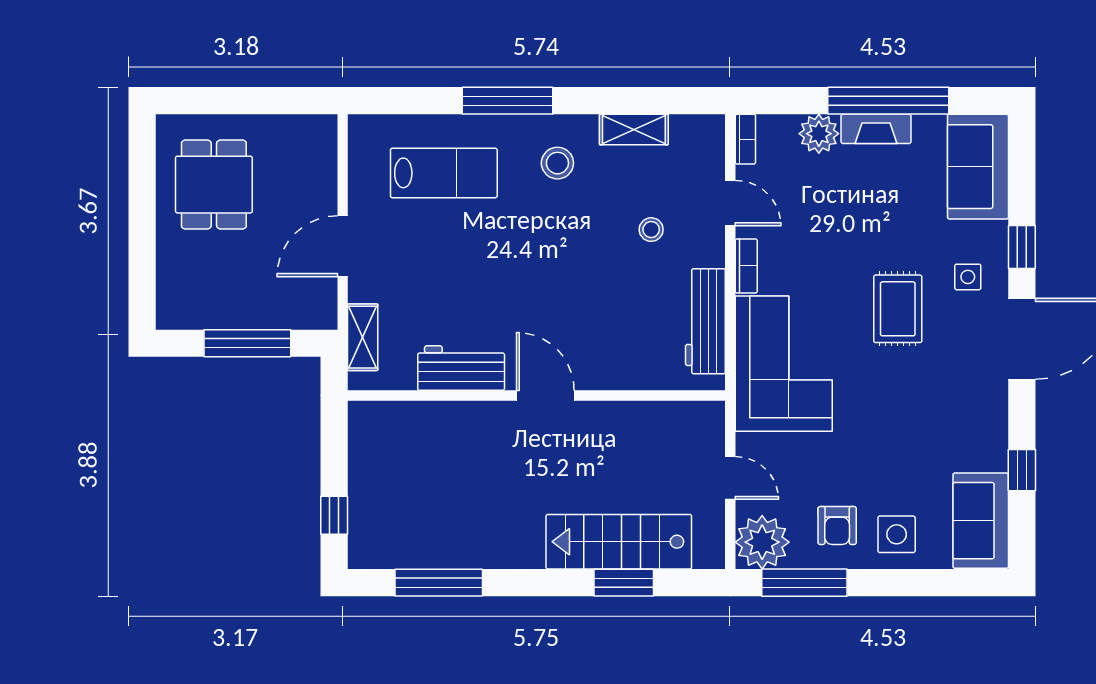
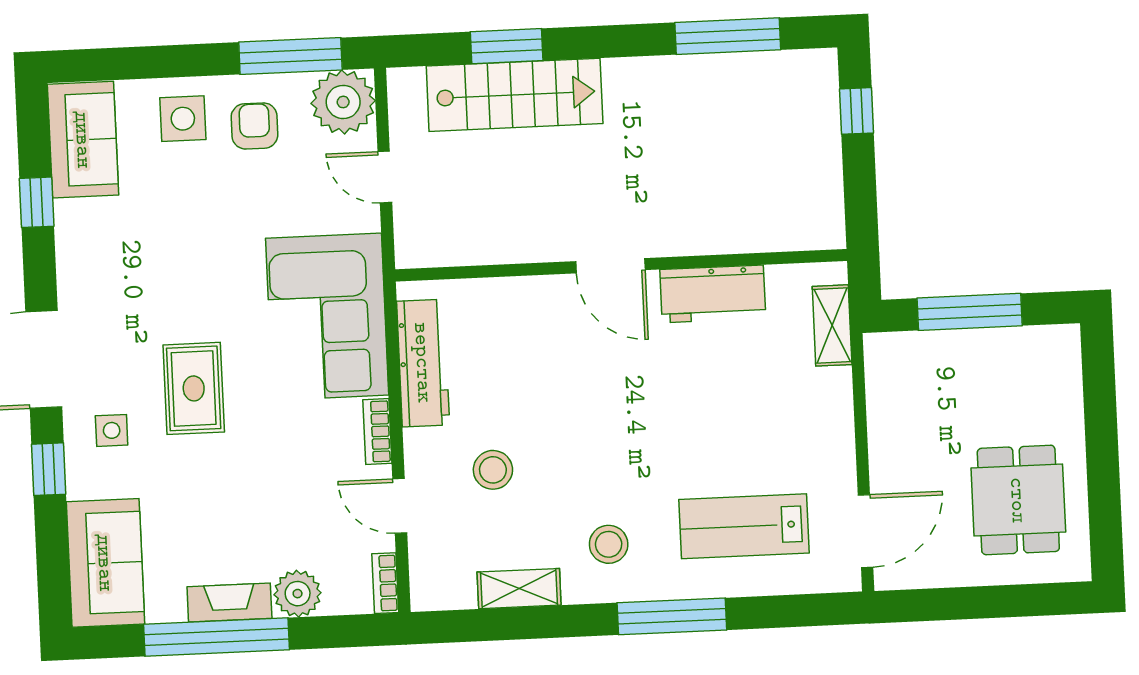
stool: (651, 230) -> (493, 470), width x1.37, depth x1.37
door: (343, 246) -> (865, 531), moved

